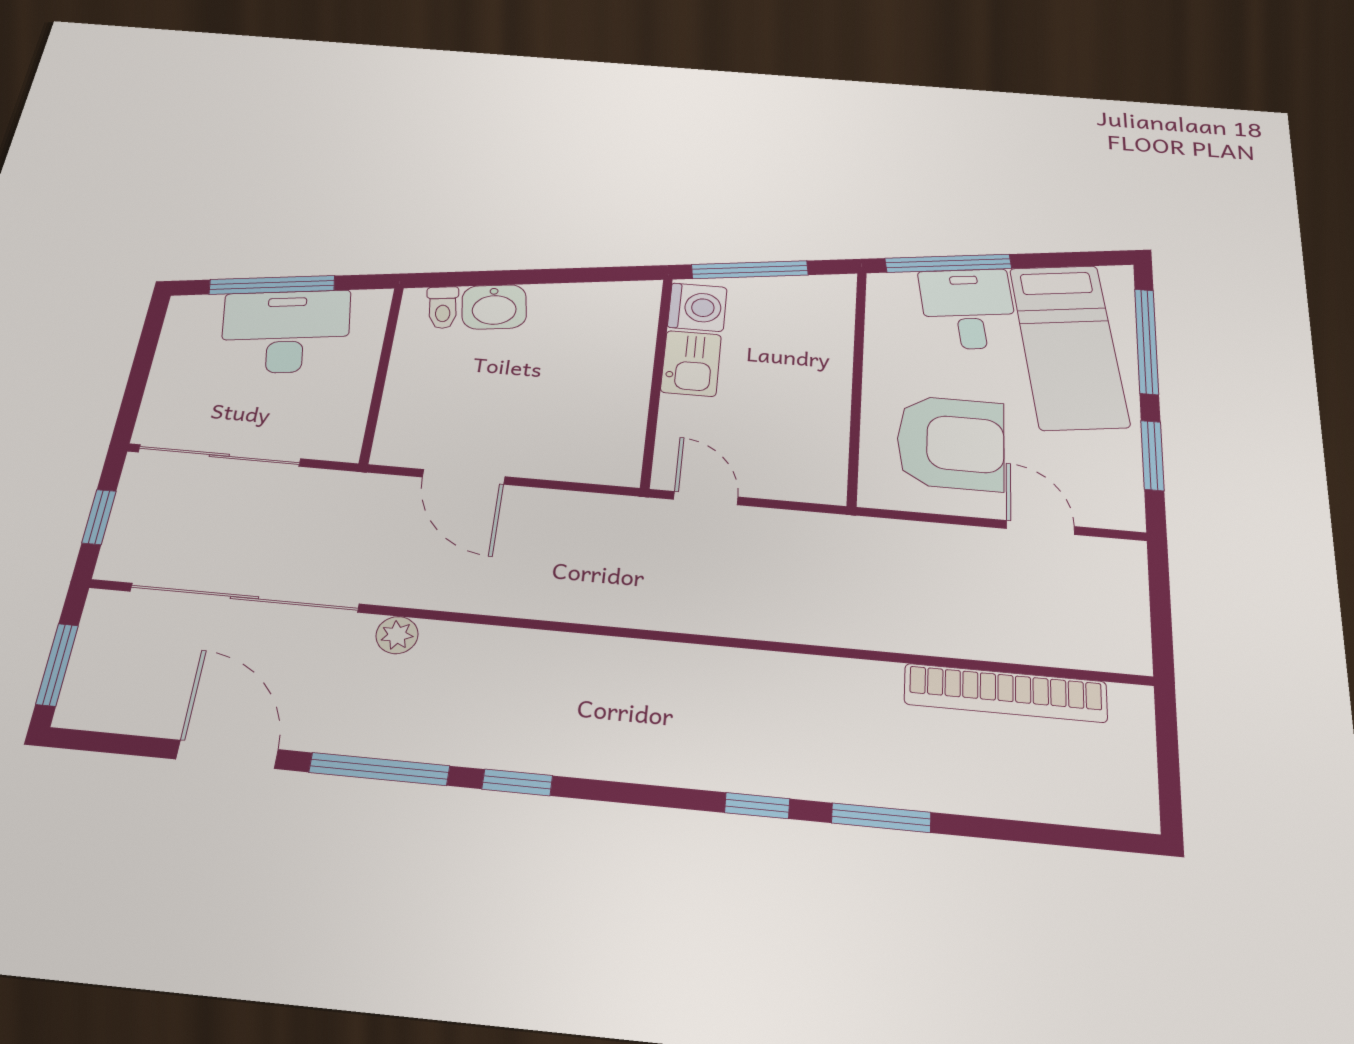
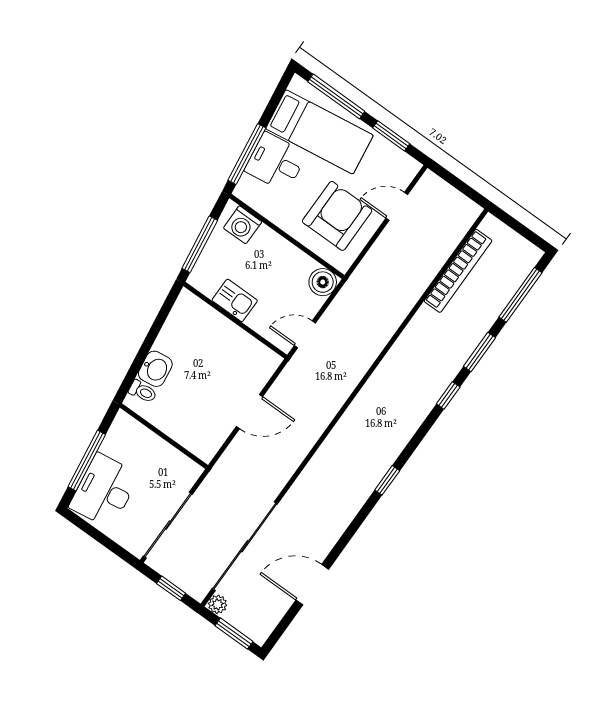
washing machine: (697, 307) -> (243, 225), moved, turned 180
desk: (286, 332) -> (104, 491), moved
door: (464, 477) -> (249, 412), moved
boiler: (819, 479) -> (323, 282), added
plant: (397, 635) -> (218, 604), moved
window: (379, 769) -> (520, 295), moved

